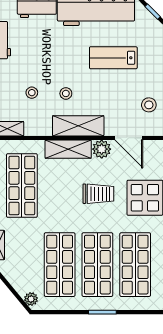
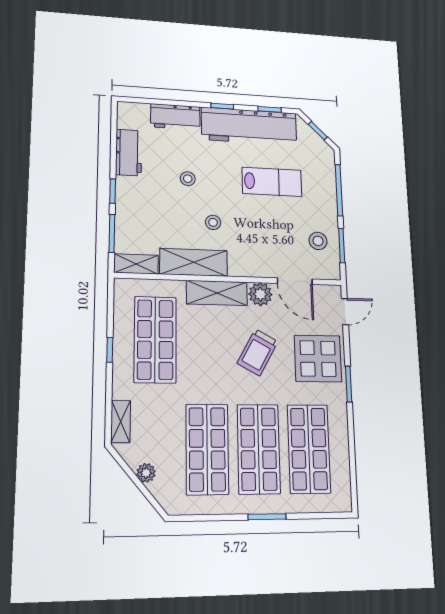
lab bench: (113, 58) -> (272, 182), turned 180
stool: (32, 93) -> (188, 179), moved
shelving: (78, 126) -> (194, 262), moved
trolley: (98, 194) -> (258, 352), turned 119
plant: (31, 299) -> (146, 473), moved

